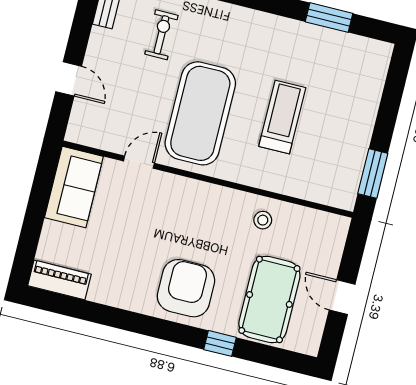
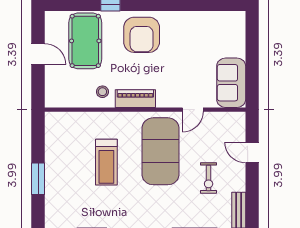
exercise bike: (161, 35) -> (209, 178), moved
window: (373, 173) -> (38, 179), moved
piano: (59, 280) -> (135, 99), moved, turned 180

